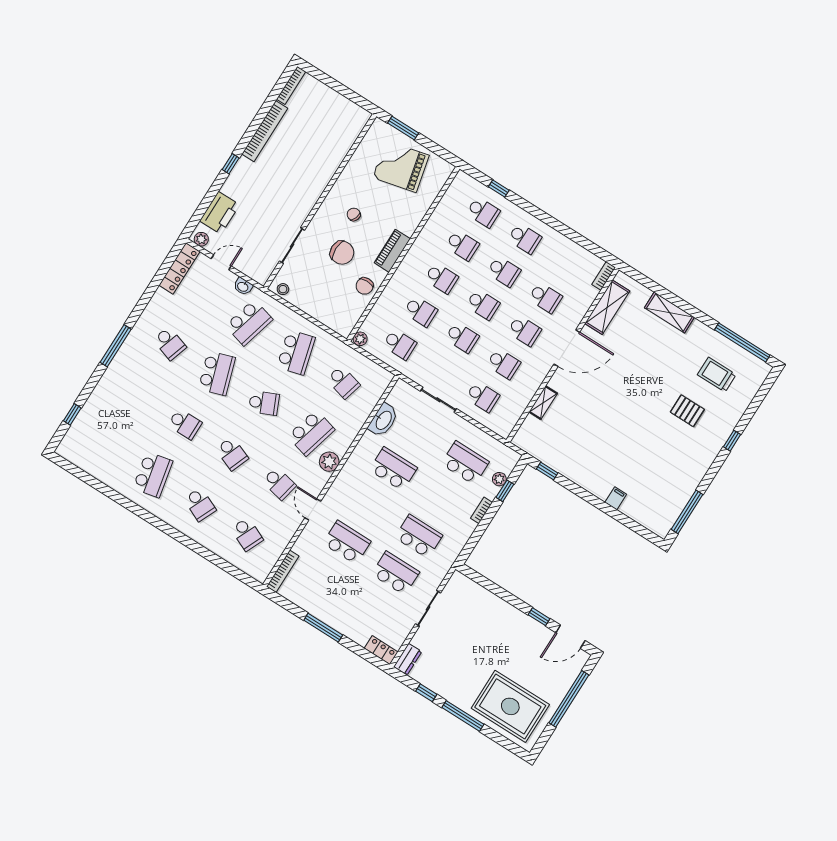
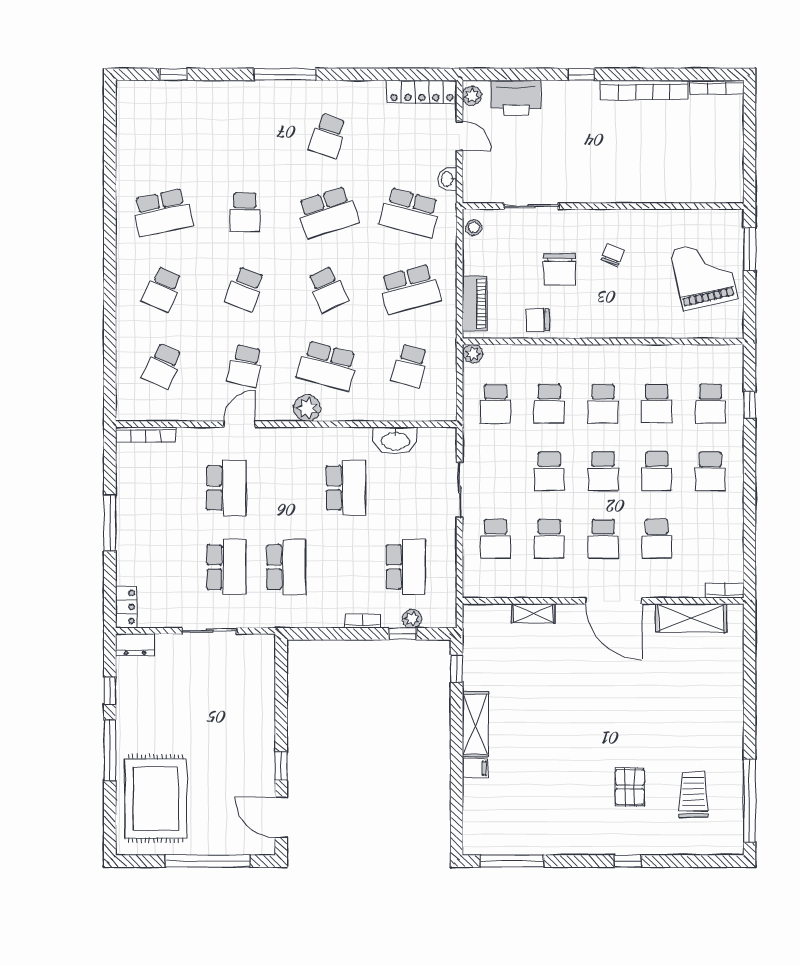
piano: (392, 251) -> (475, 303), moved, turned 90
shelving: (669, 313) -> (475, 724), moved

